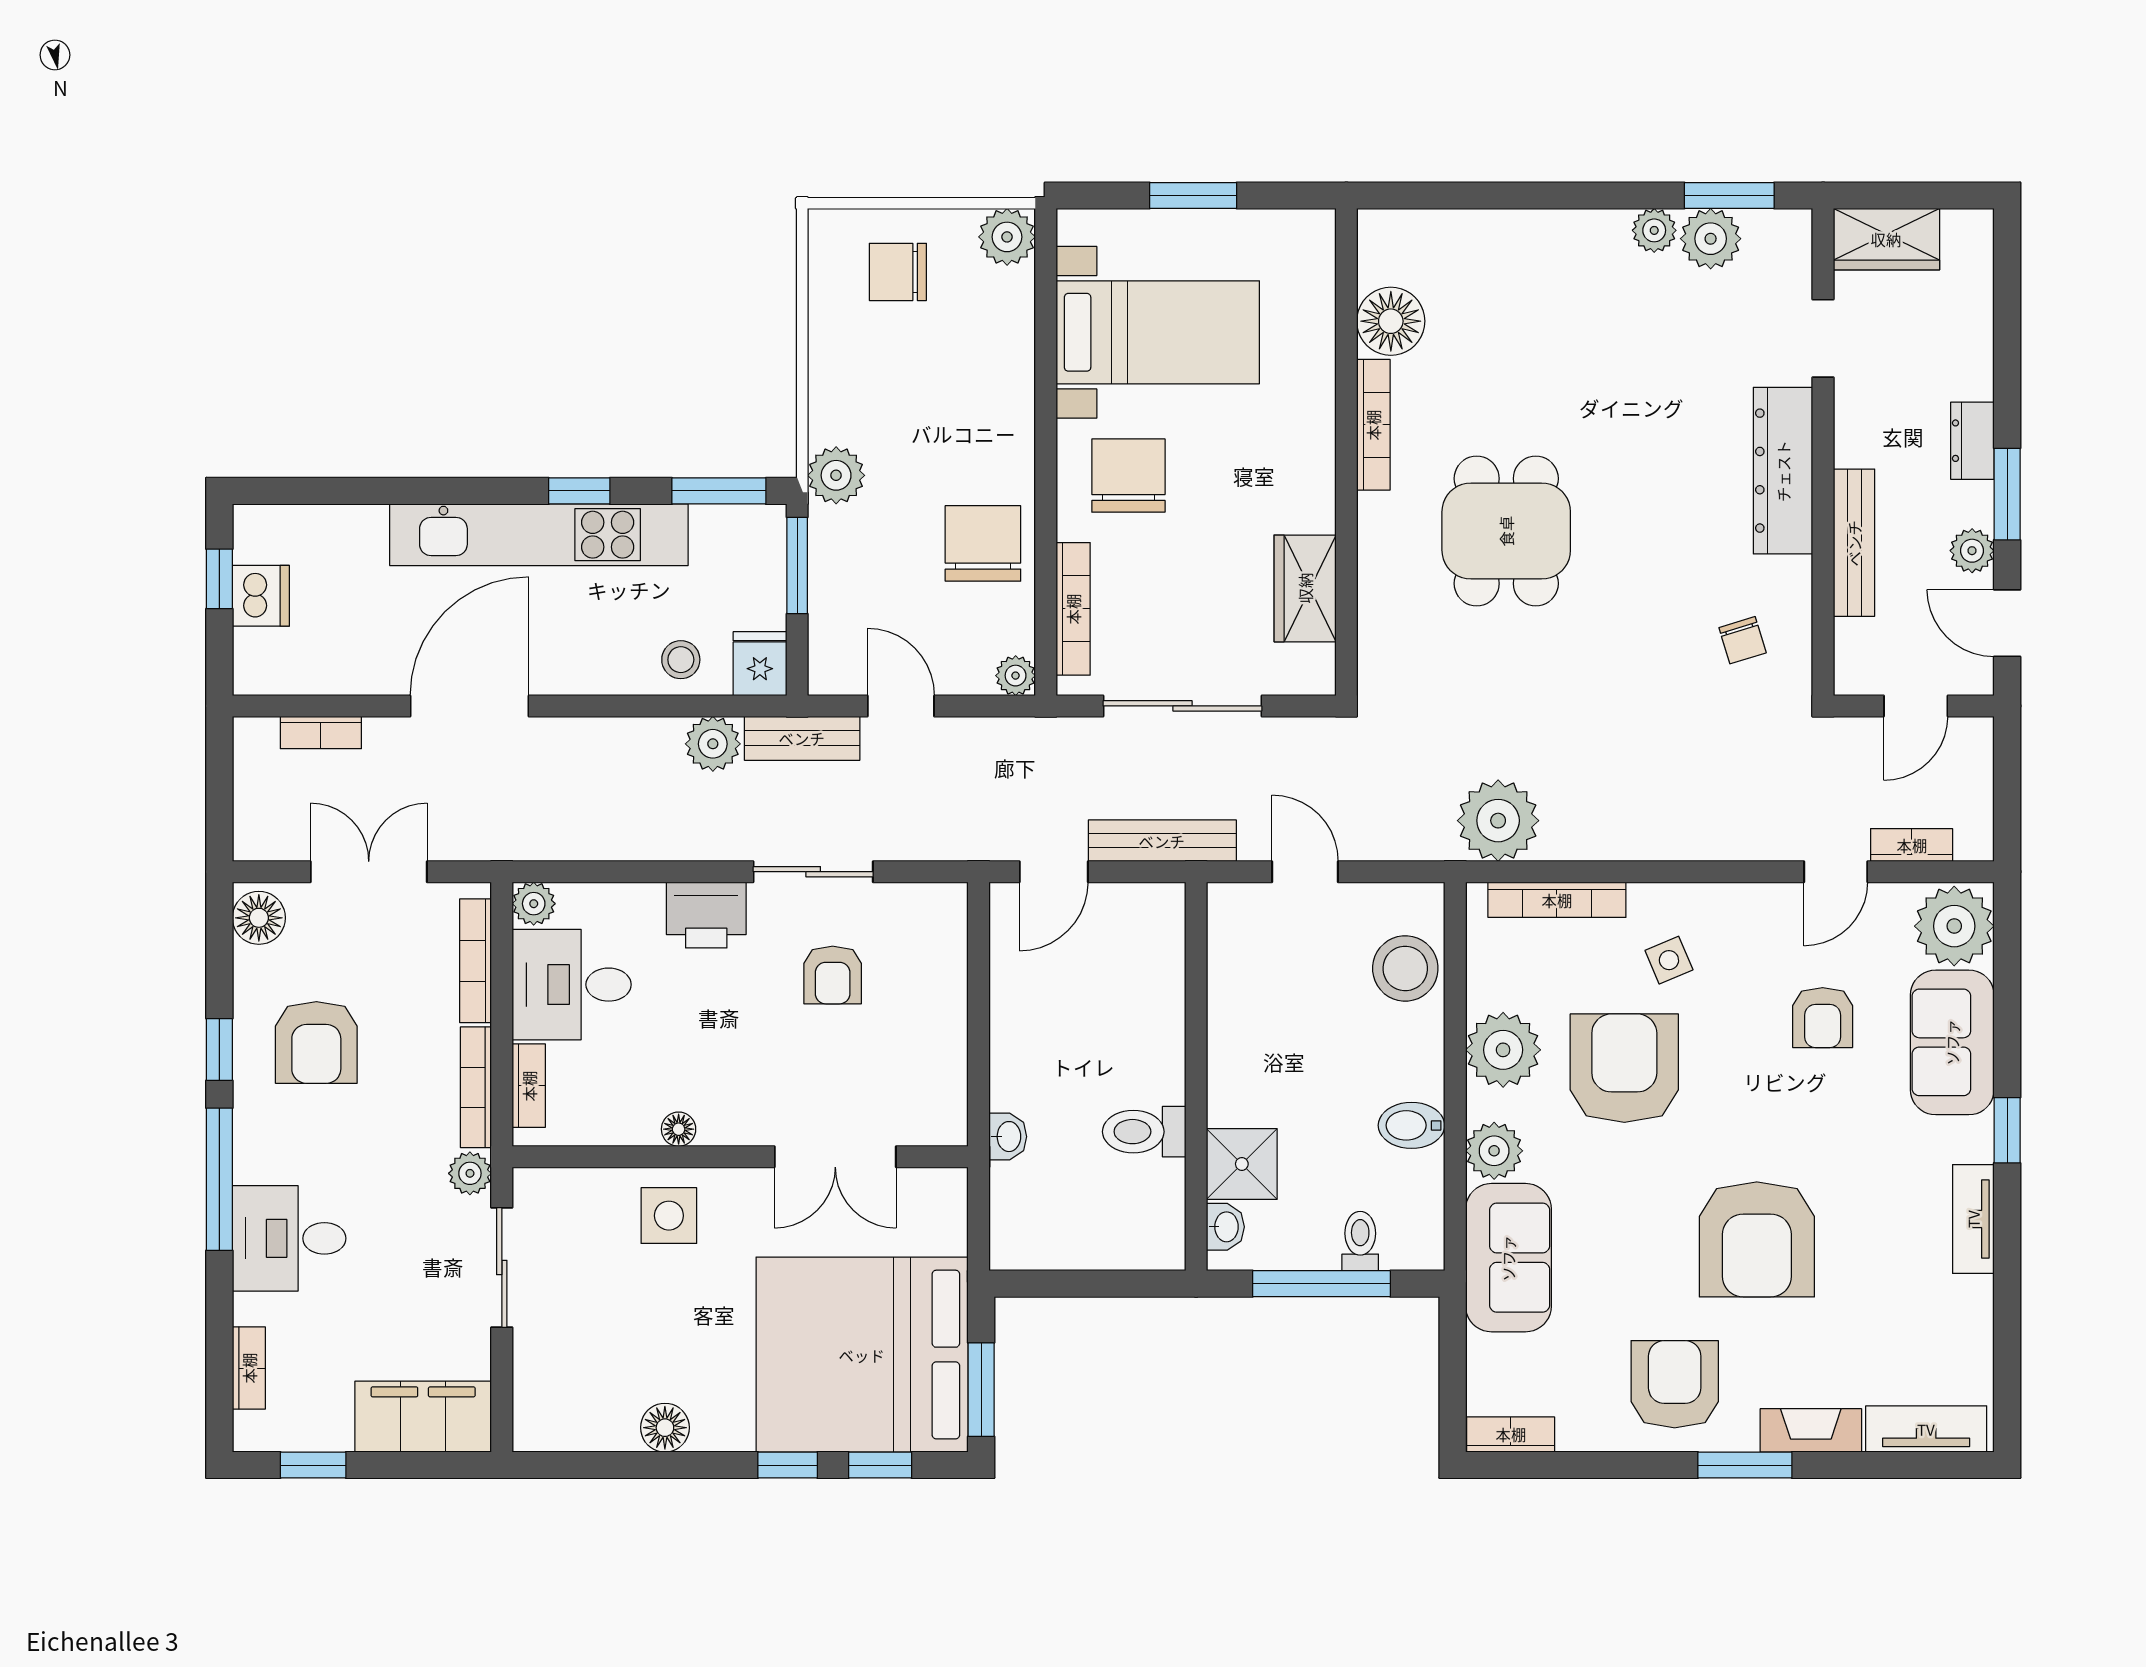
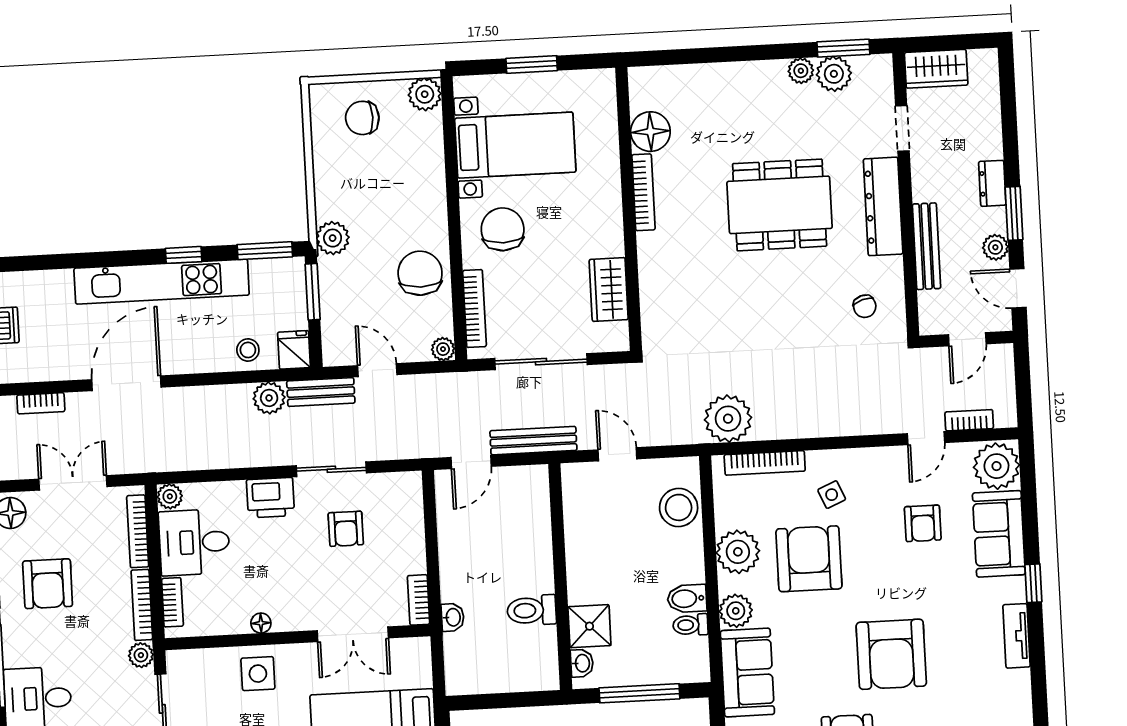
dining table: (1506, 531) -> (780, 205), moved, width x1.38
bookcase: (951, 1104) -> (419, 600), added
toilet: (1360, 1241) -> (690, 625), moved, turned -90

